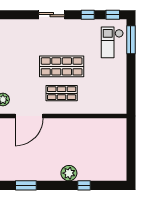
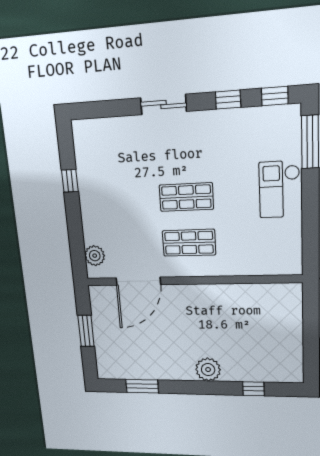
checkout: (112, 42) -> (279, 189), moved
shop shelf: (62, 66) -> (186, 197), width x0.70, depth x0.74
window: (84, 185) -> (253, 389), moved

